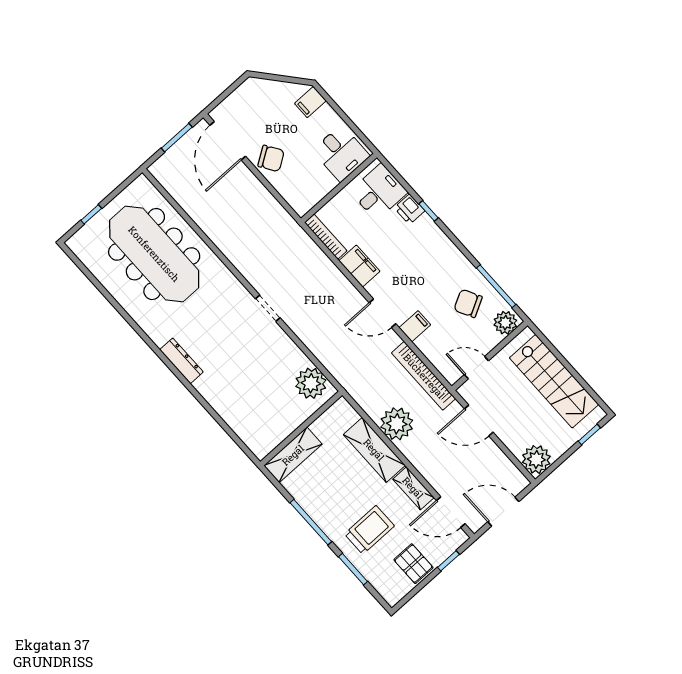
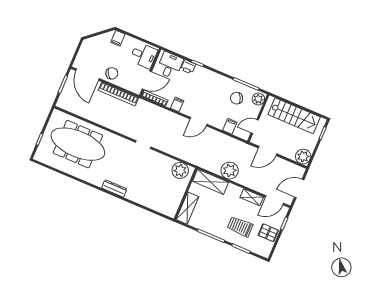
door: (326, 199) -> (147, 80), added
filing cabinet: (359, 266) -> (177, 104), width x0.50
filing cabinet: (415, 326) -> (230, 126), moved
bookcase: (424, 376) -> (118, 94), moved
shelving: (374, 450) -> (211, 182), moved
trolley: (369, 530) -> (240, 227), turned -90

